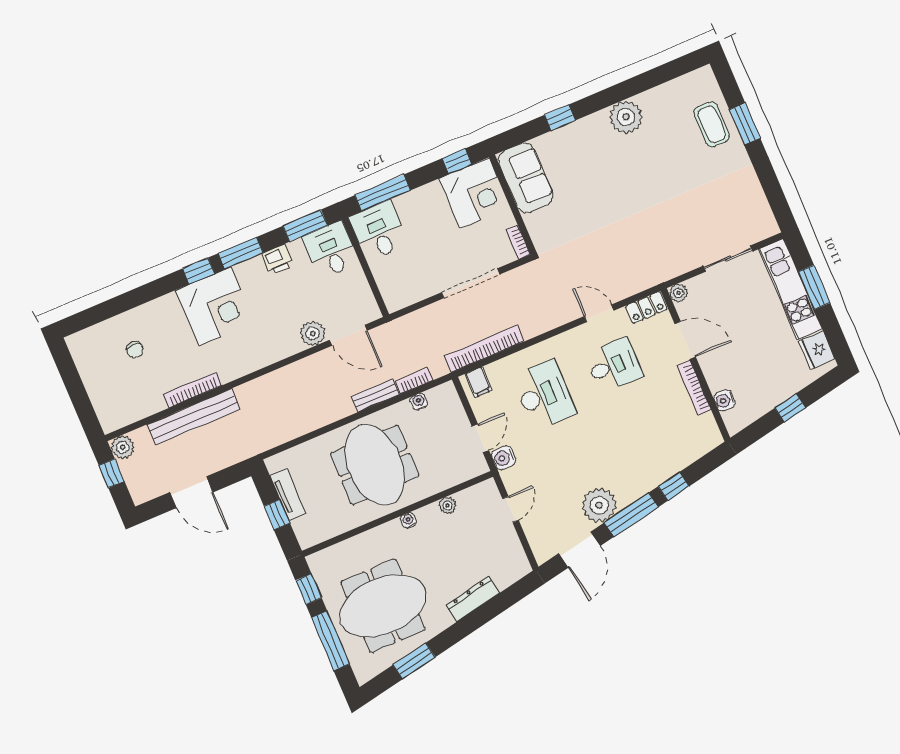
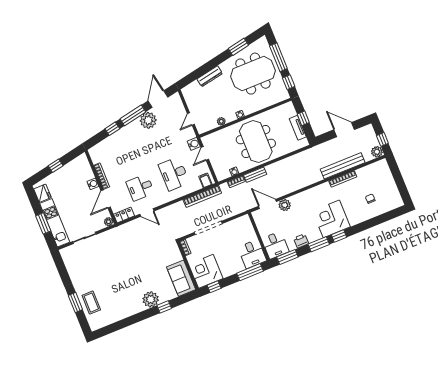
plant: (626, 117) -> (151, 299), moved
door: (685, 340) -> (106, 199), hinge flipped
water cooler: (724, 400) -> (93, 184), moved

